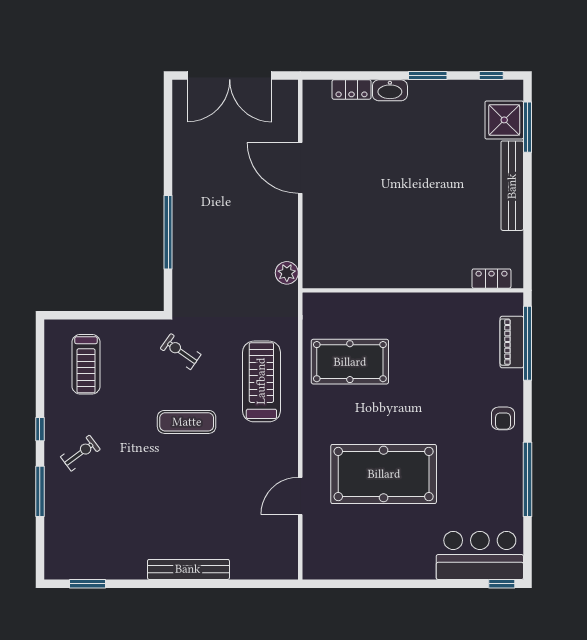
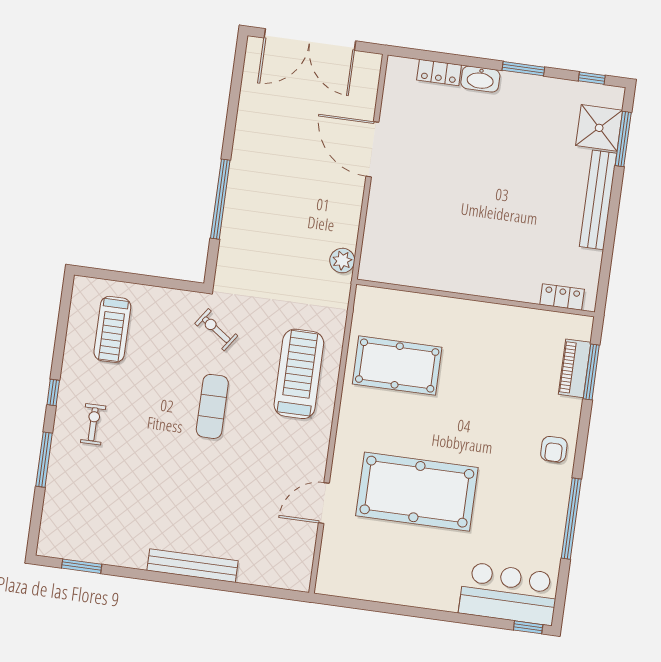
window: (527, 343) -> (591, 372), width x0.68
exercise mat: (187, 422) -> (212, 406), turned 90
exercise bike: (80, 453) -> (93, 424), turned -53

